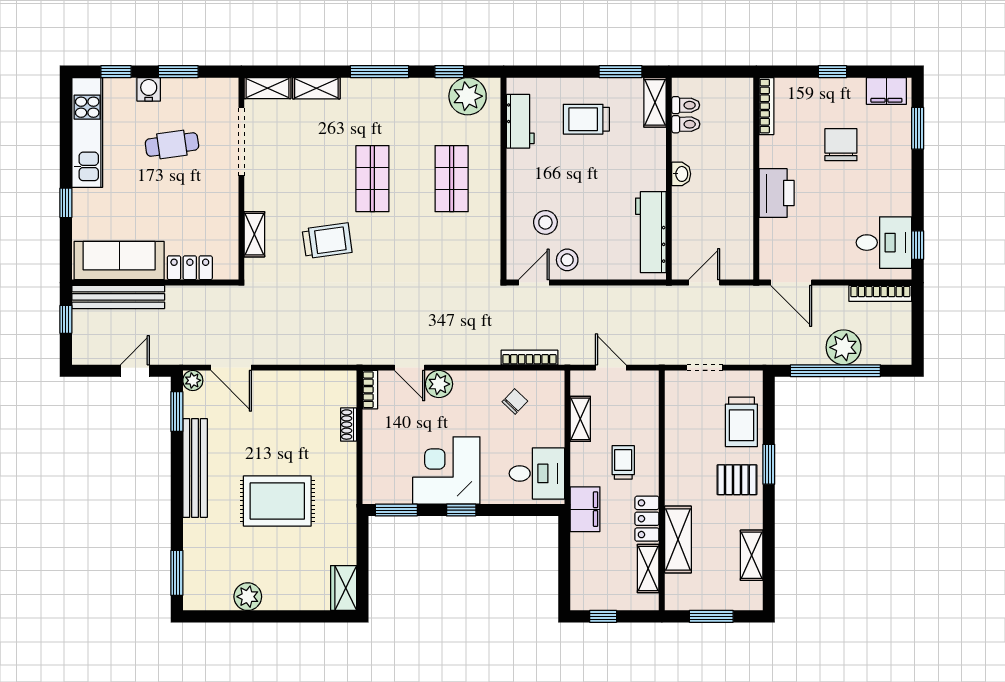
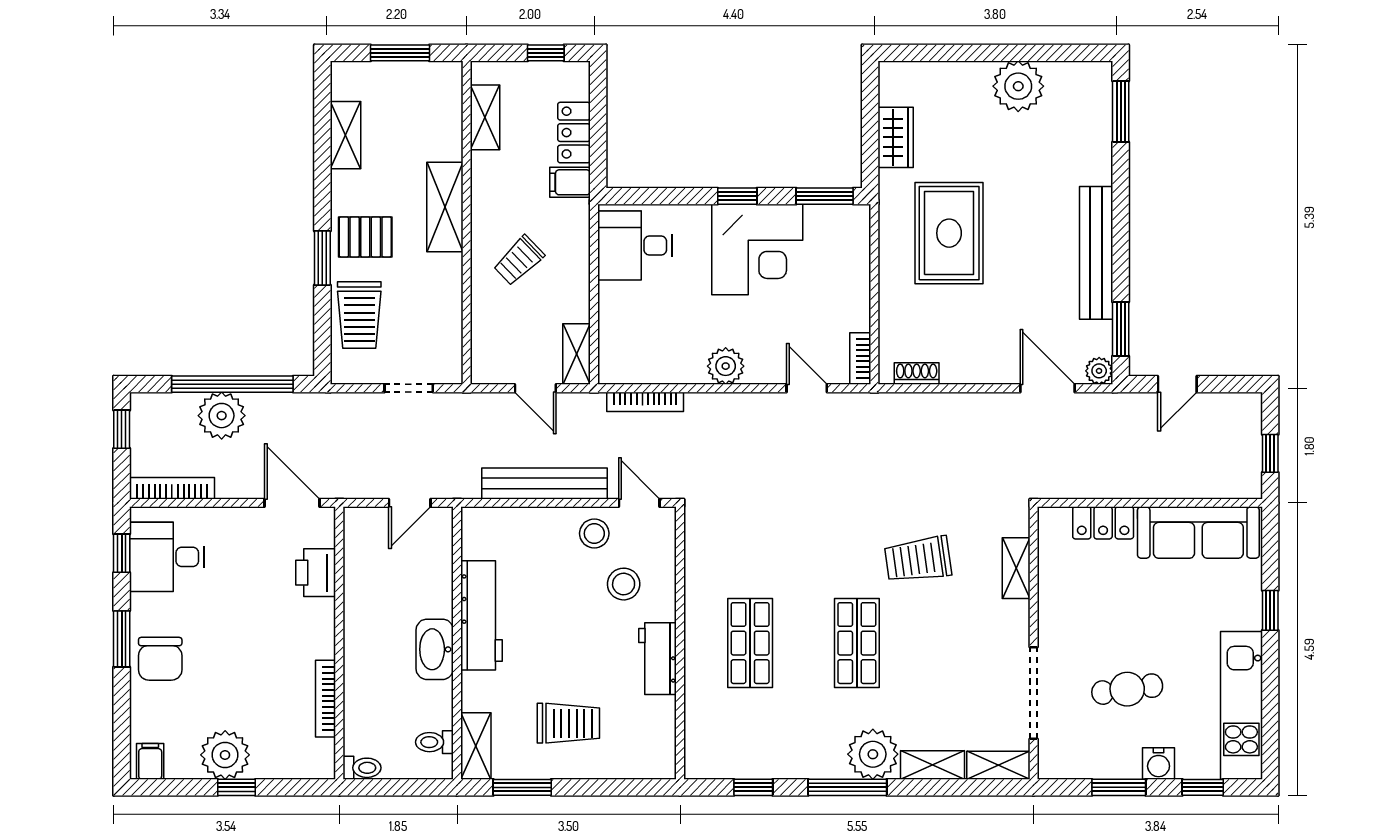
filing cabinet: (886, 91) -> (150, 761), width x0.50
plant: (468, 96) -> (873, 754), moved
plant: (841, 96) -> (225, 755), added
bookcase: (766, 106) -> (326, 699), moved
workbench: (520, 121) -> (658, 659), moved
toilet: (686, 124) -> (362, 768), moved, turned 180
window: (918, 128) -> (122, 639), moved
chair: (841, 145) -> (160, 659), moved
washbasin: (681, 174) -> (435, 649), width x1.91, depth x1.45
printer: (777, 193) -> (316, 573), moved, width x0.73, depth x0.84
workbench: (651, 232) -> (481, 615), moved
door: (534, 283) -> (639, 503), swing flipped
bench: (118, 297) -> (544, 483), moved
window: (918, 337) -> (122, 429), added
plant: (439, 384) -> (726, 366), moved
chair: (515, 401) -> (665, 343), removed
shelving: (580, 419) -> (577, 354), moved
trolley: (741, 422) -> (359, 315), turned 180
shoe rack: (349, 425) -> (917, 374), moved, turned -90
trolley: (623, 462) -> (519, 260), turned 46
rug: (277, 501) -> (949, 233), moved, turned 90
filing cabinet: (585, 509) -> (570, 182), width x0.50
locker: (647, 519) -> (574, 133), moved, turned 180
shelving: (678, 539) -> (445, 207), moved
wardrobe: (344, 588) -> (896, 137), moved
plant: (248, 597) -> (1018, 86), width x1.36, depth x1.36

